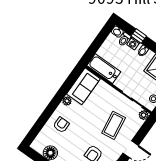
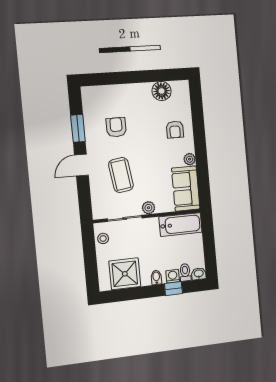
plant: (144, 115) -> (148, 208), moved

